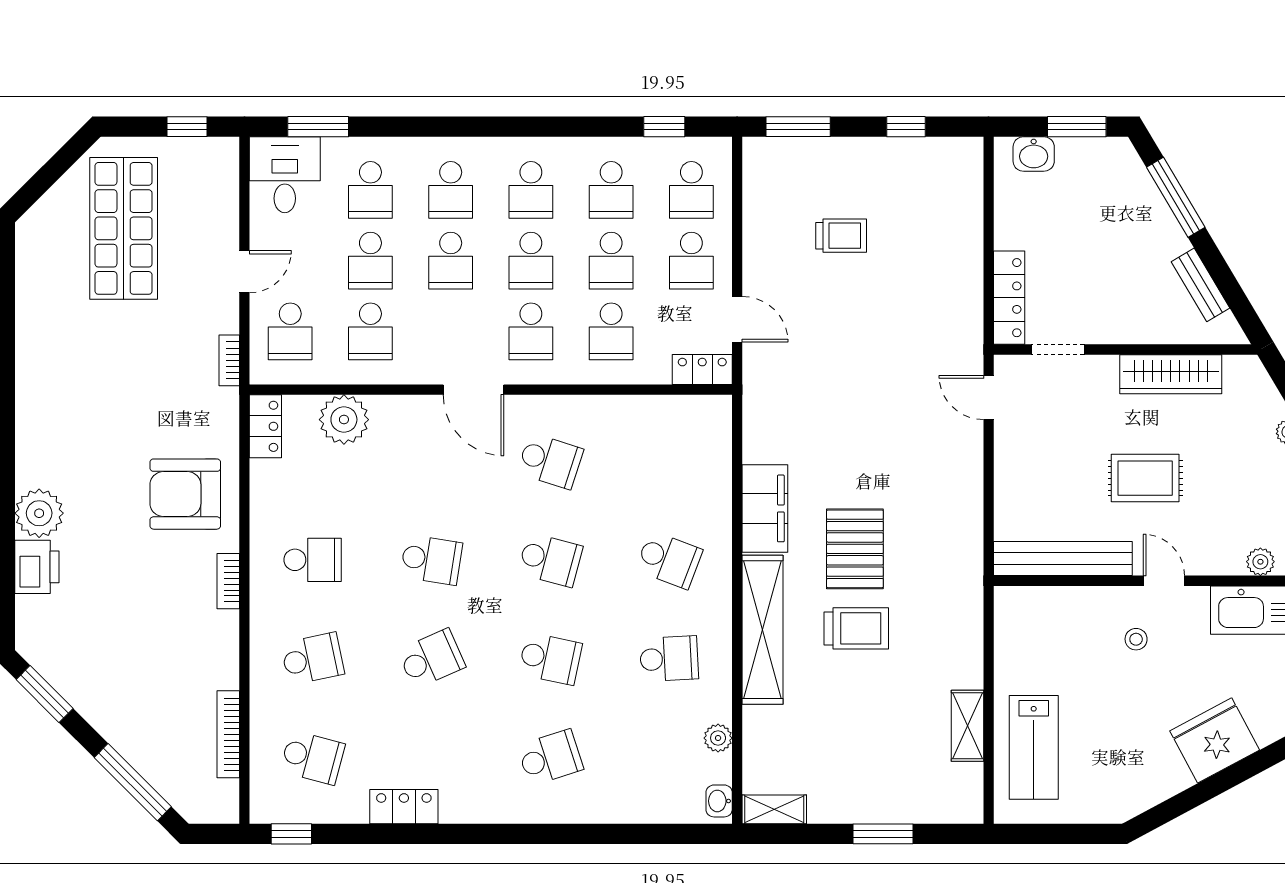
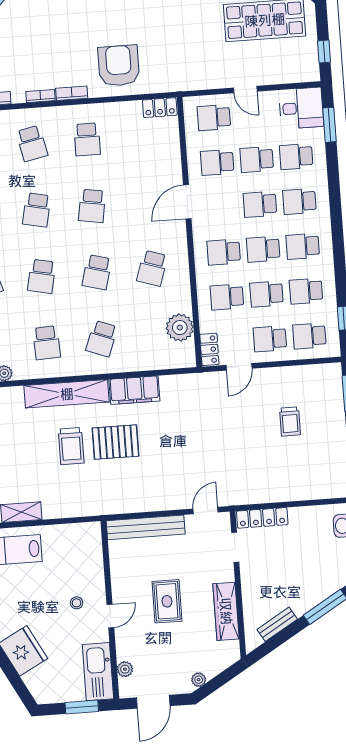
bookcase: (229, 360) -> (40, 96), moved
door: (473, 390) -> (187, 202), moved
plant: (344, 420) -> (180, 328), moved
bench: (1063, 558) -> (146, 527), moved, turned 90
school desk: (431, 659) -> (37, 210), turned 36

